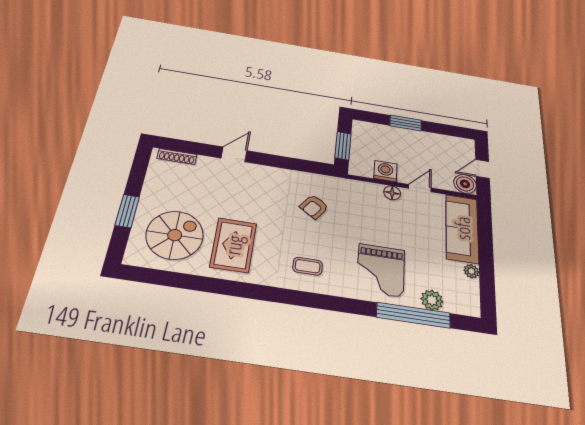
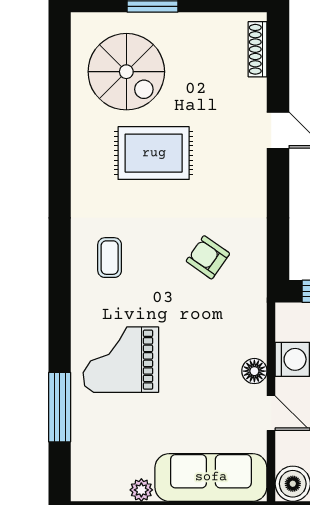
rug: (233, 245) -> (154, 153), moved
plant: (432, 300) -> (87, 433), removed
window: (413, 315) -> (60, 407), width x0.68

